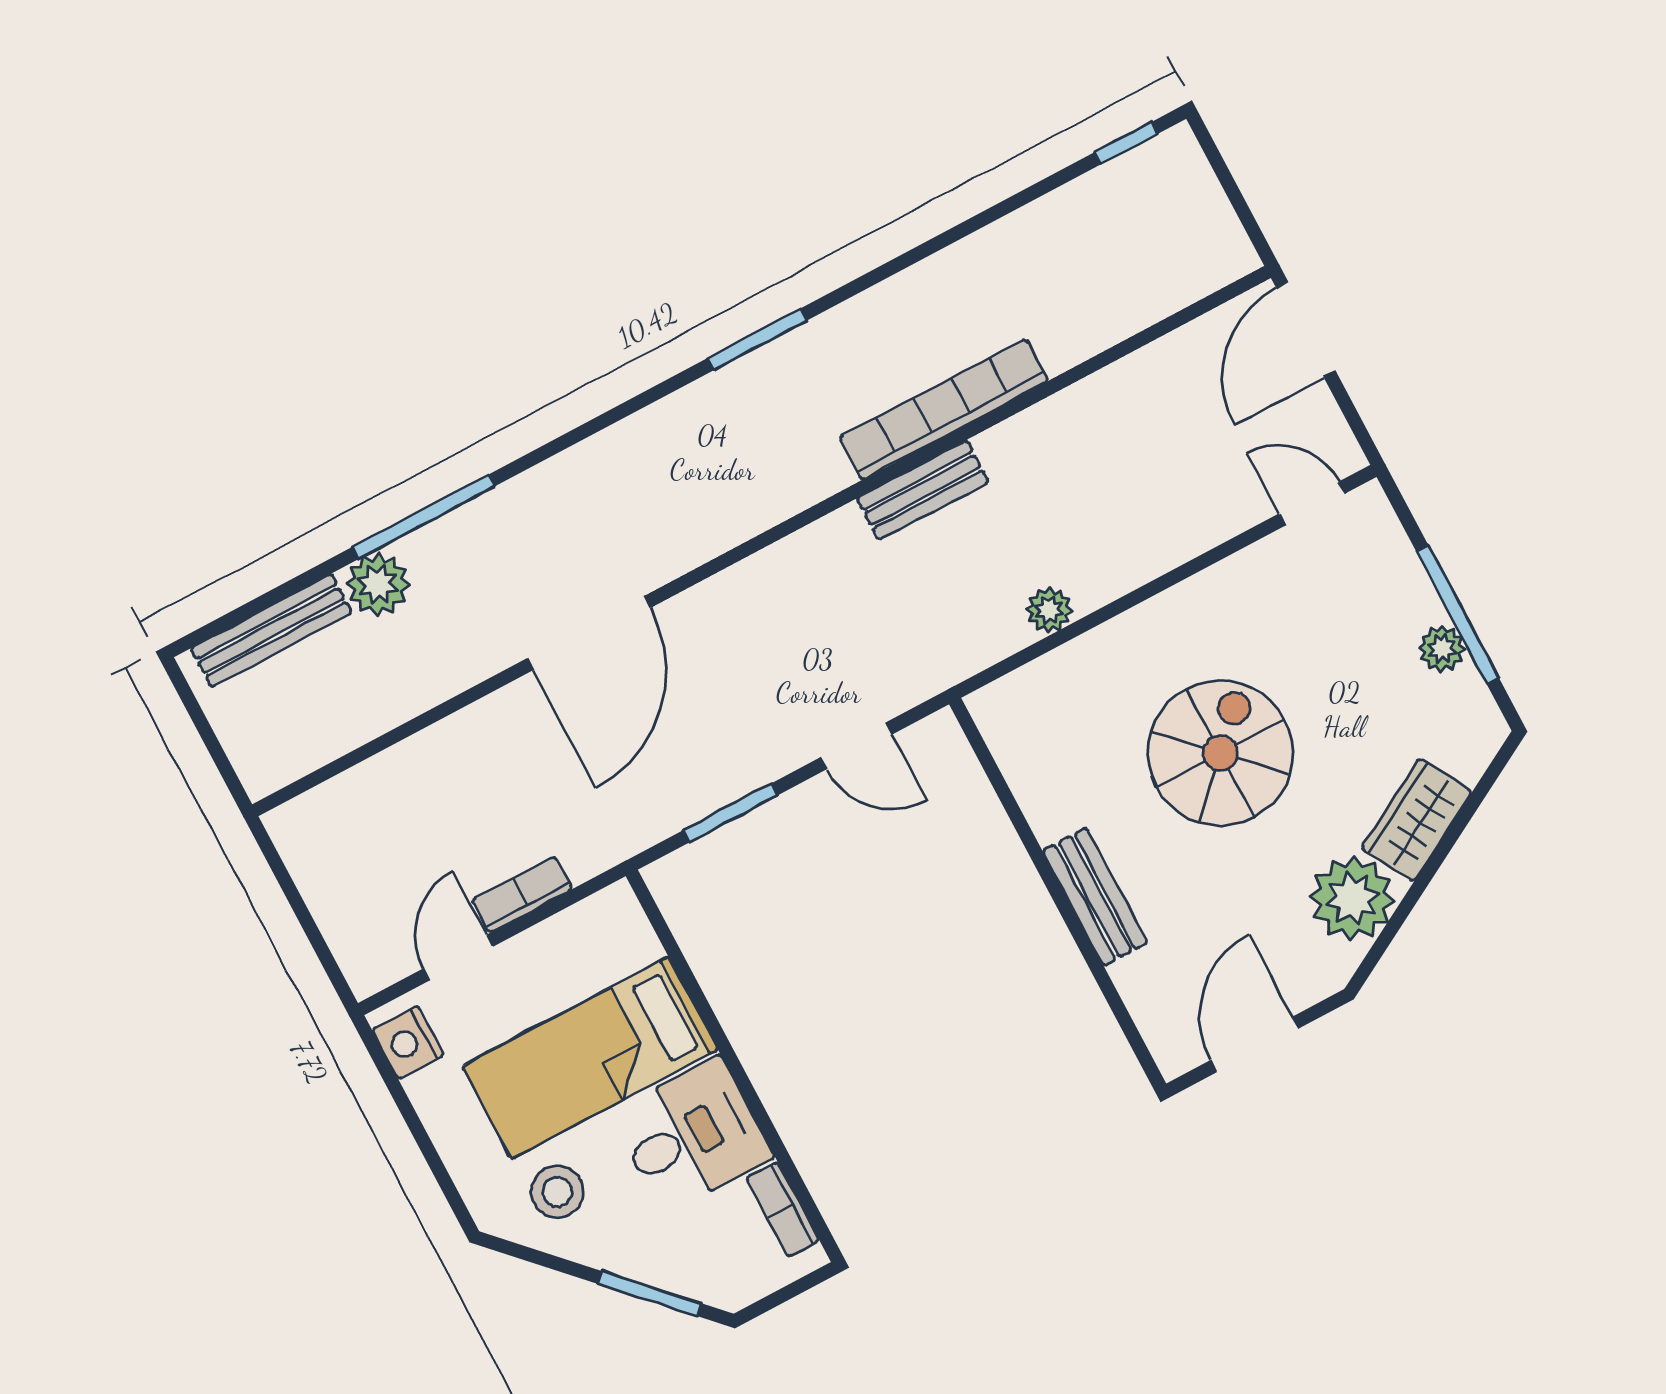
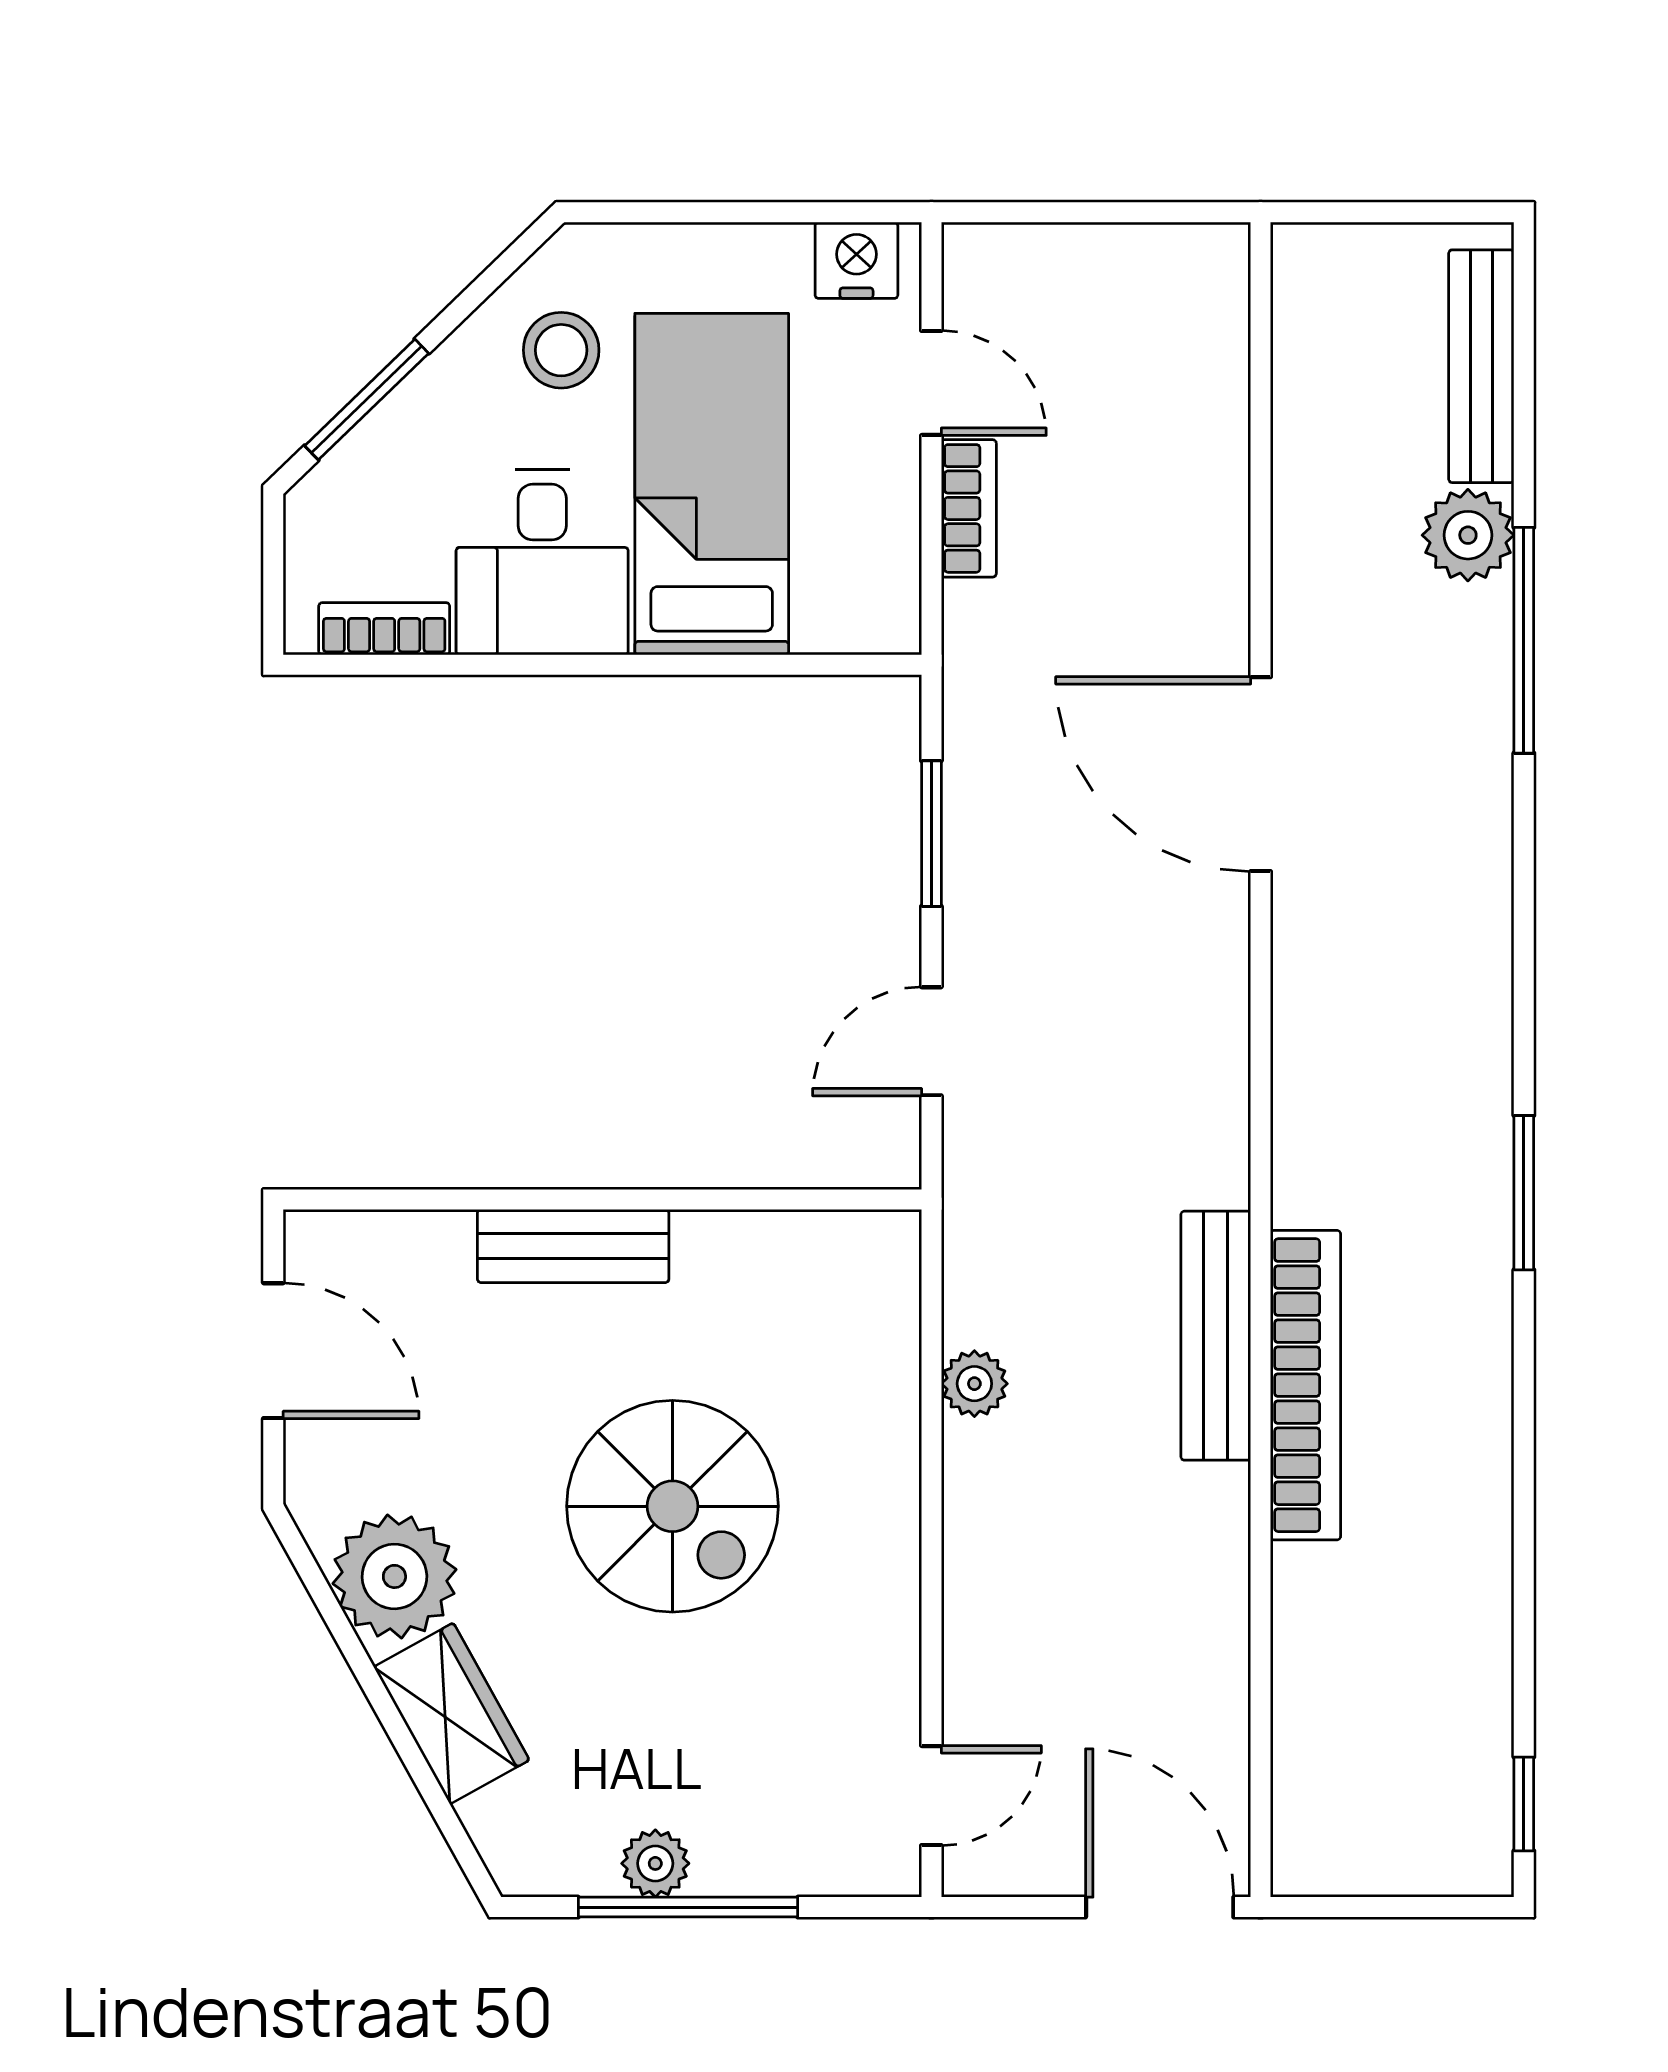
bench: (923, 490) -> (1216, 1336), width x1.36

